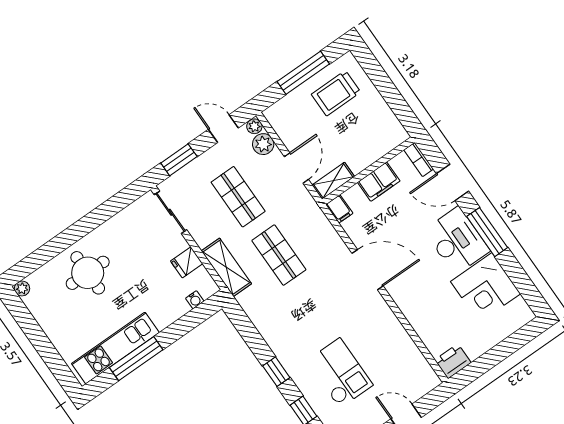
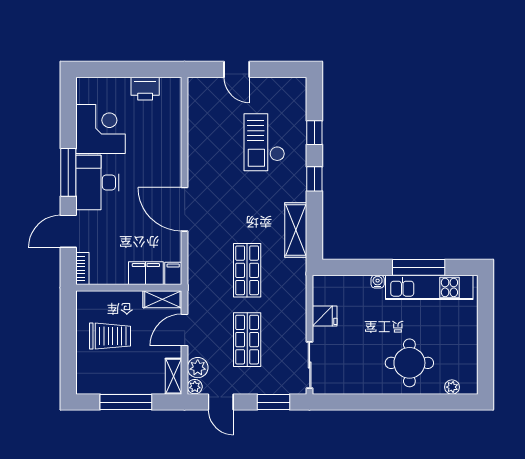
trolley: (336, 93) -> (110, 336), moved
shelving: (278, 123) -> (173, 376), added
filing cabinet: (379, 182) -> (146, 273), moved
door: (452, 182) -> (68, 231), swing flipped
shelving: (226, 267) -> (296, 230), moved
plant: (22, 288) -> (452, 387), moved
water cooler: (195, 300) -> (378, 282), moved
printer: (453, 361) -> (145, 89), moved

